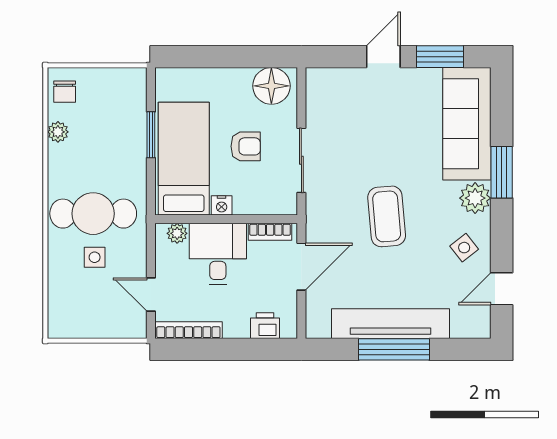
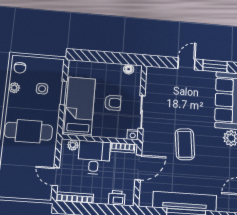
floor lamp: (271, 86) -> (129, 69), width x0.53, depth x0.53
nightstand: (222, 205) -> (133, 135), moved
side table: (464, 248) -> (225, 163), removed
side table: (95, 257) -> (42, 89), moved

